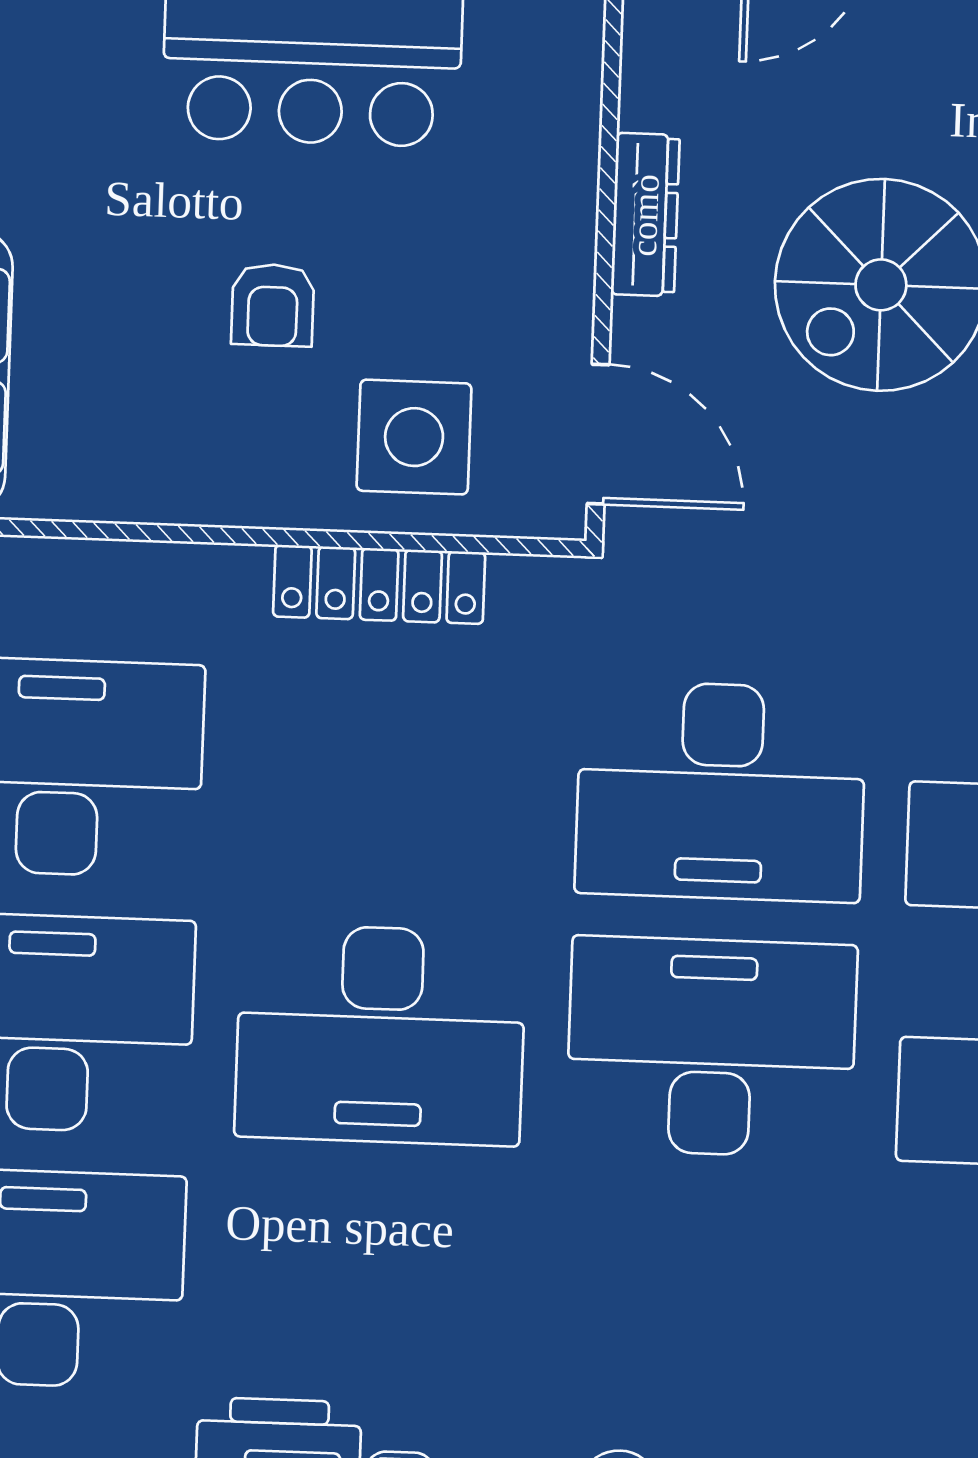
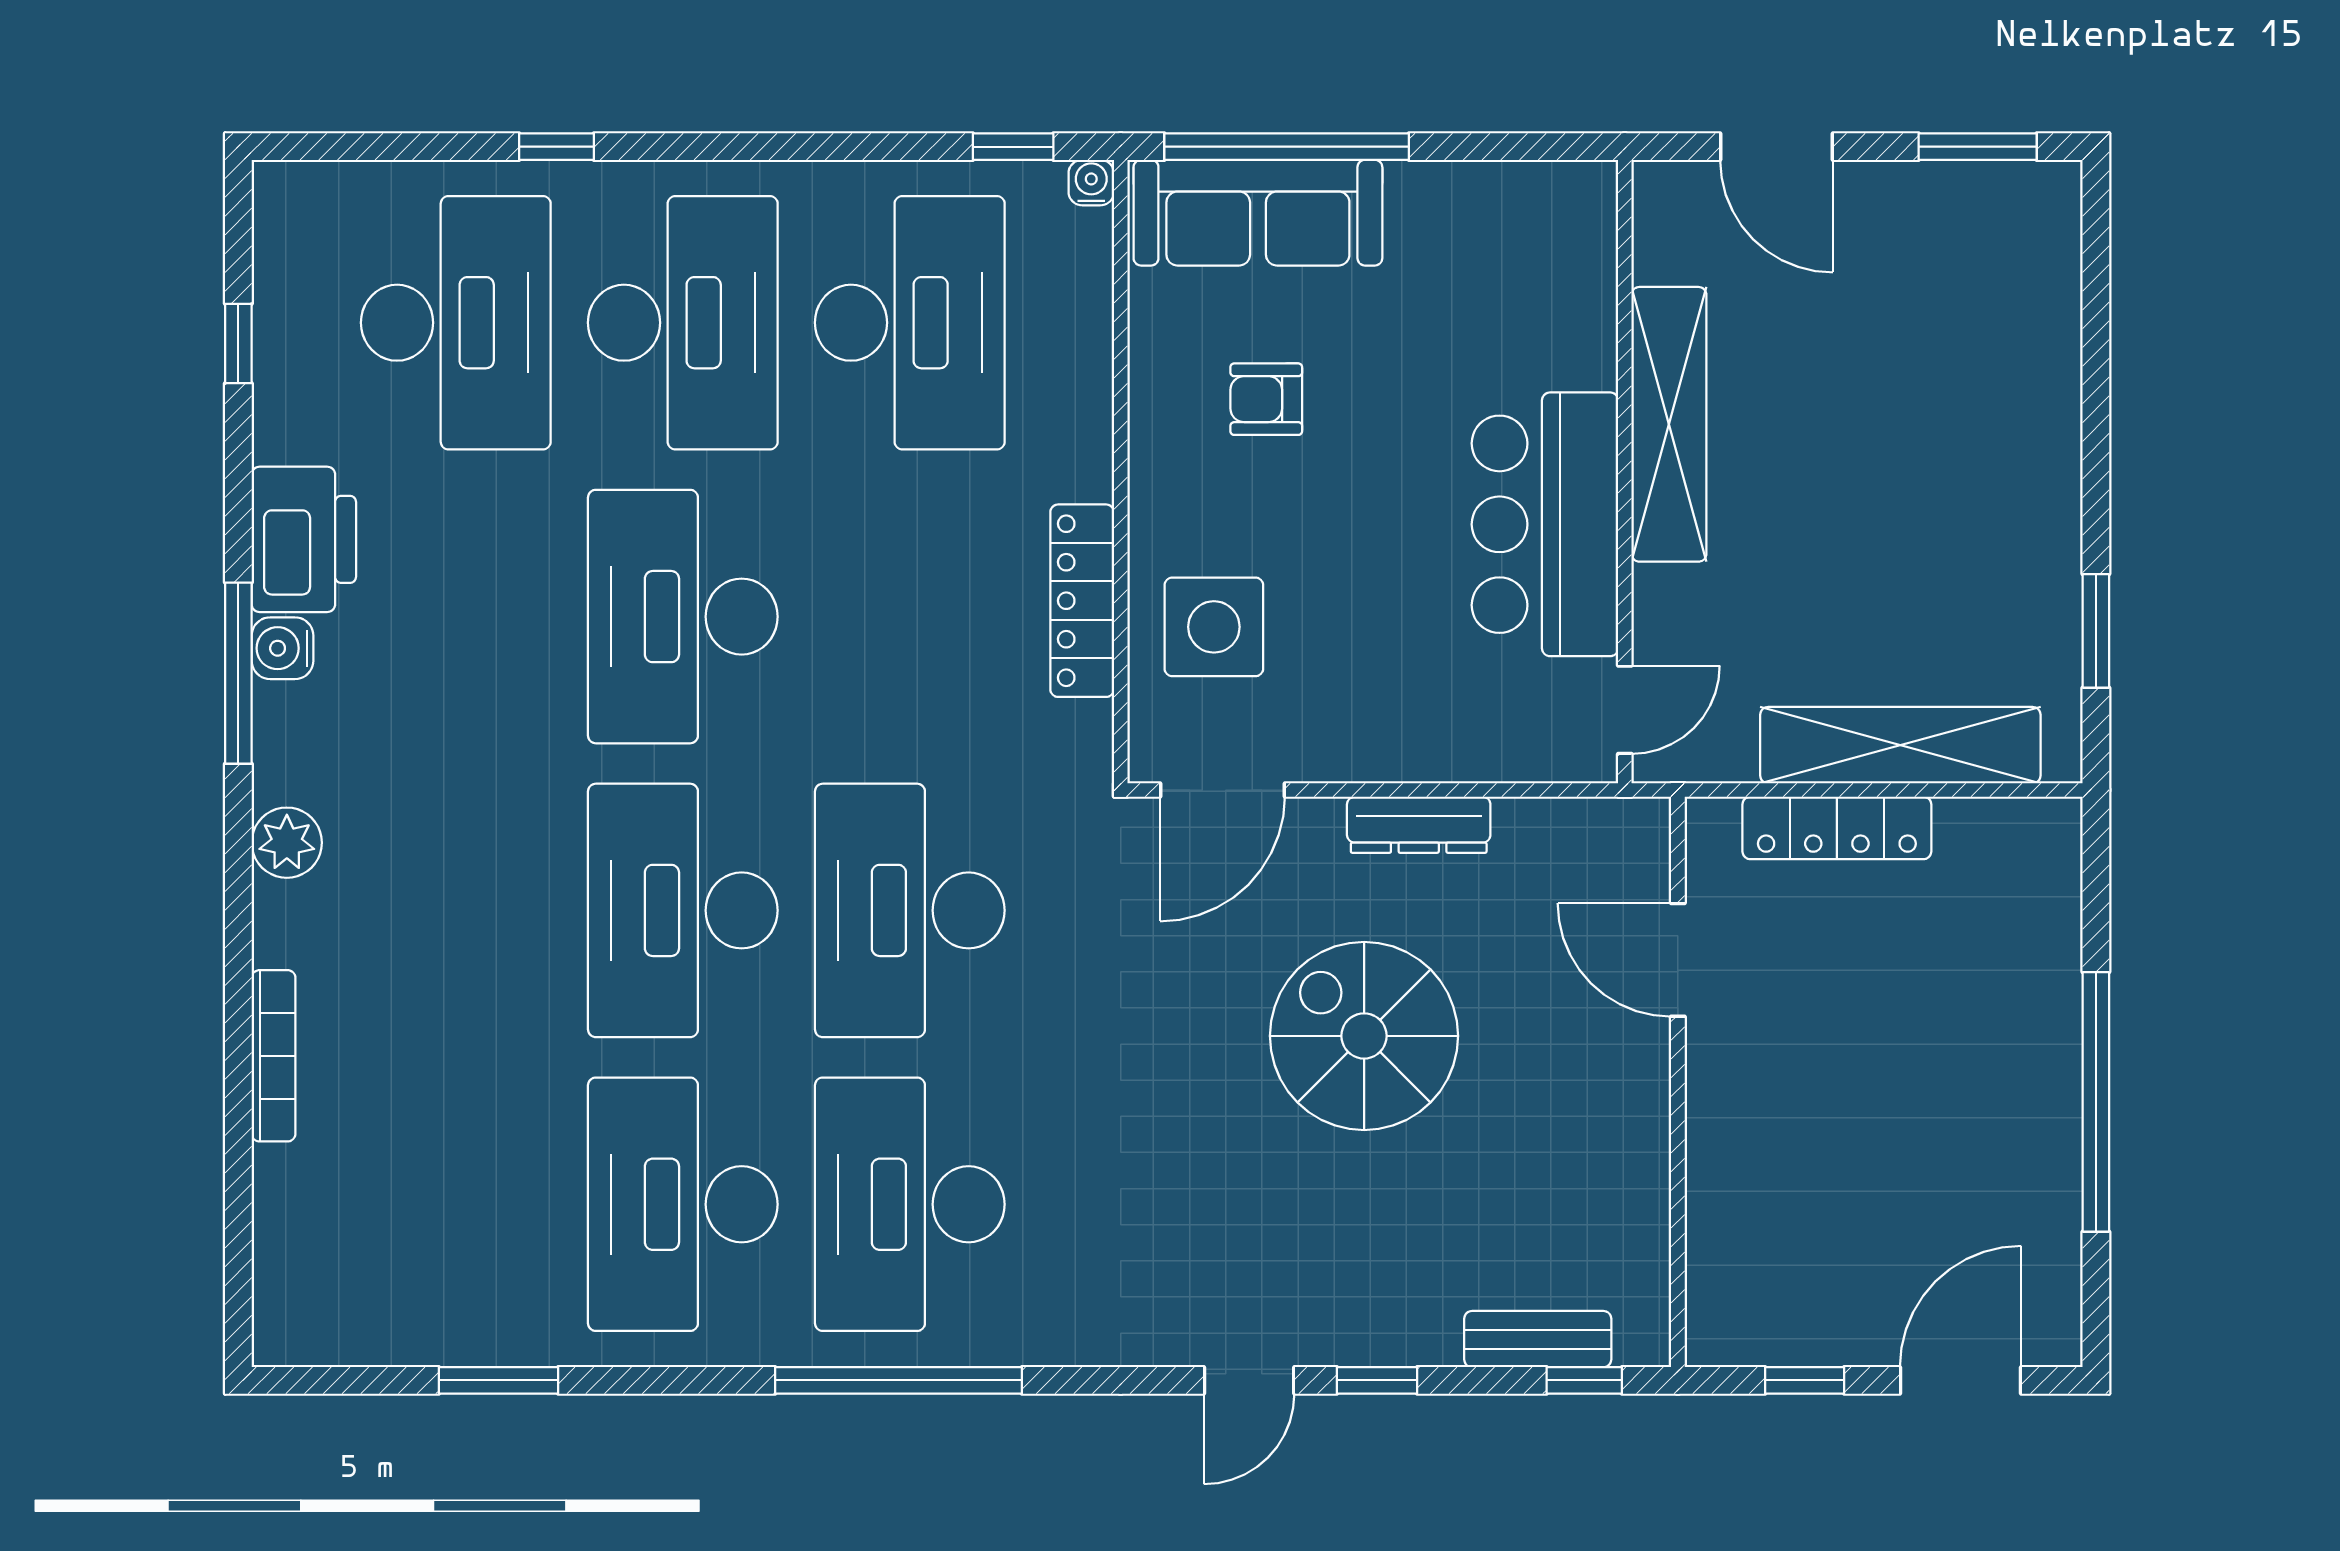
armchair: (273, 305) -> (1266, 399), moved
desk: (711, 1047) -> (683, 910), turned 180

